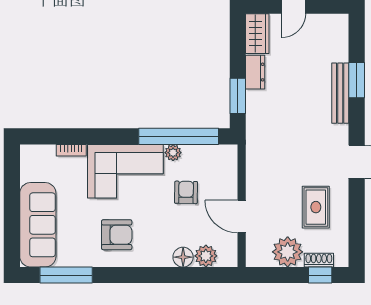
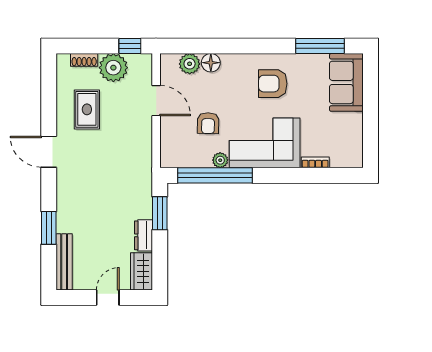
bench: (340, 93) -> (64, 262), moved
sofa: (38, 225) -> (346, 82), width x0.73
window: (320, 275) -> (130, 46), moved

